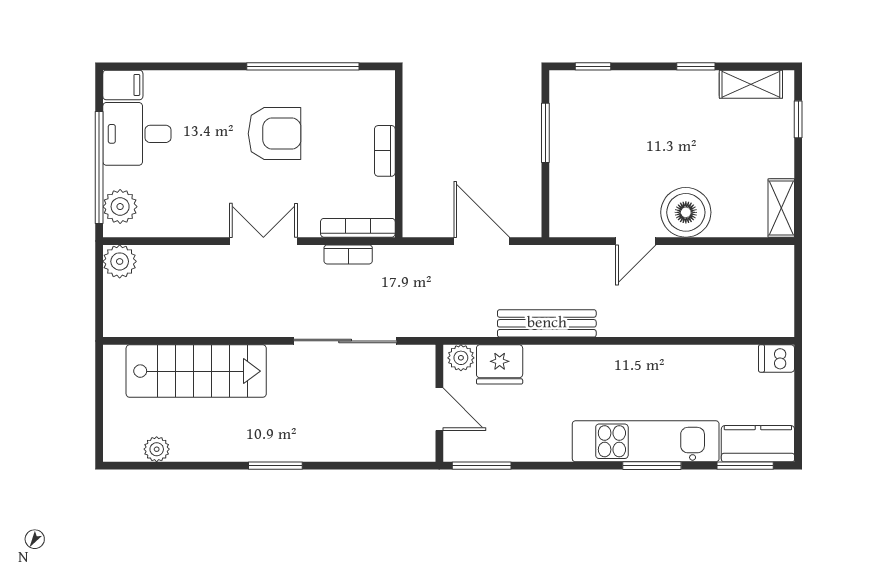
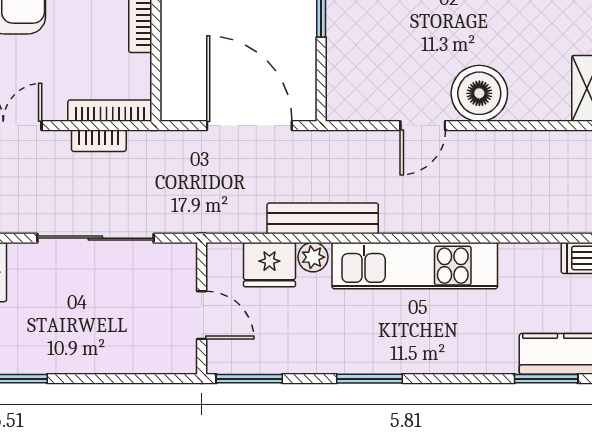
door: (482, 241) -> (249, 126), width x1.36
plant: (461, 358) -> (313, 257), moved
kitchen unit: (646, 441) -> (415, 266), moved, turned 180
window: (652, 466) -> (369, 379), moved

